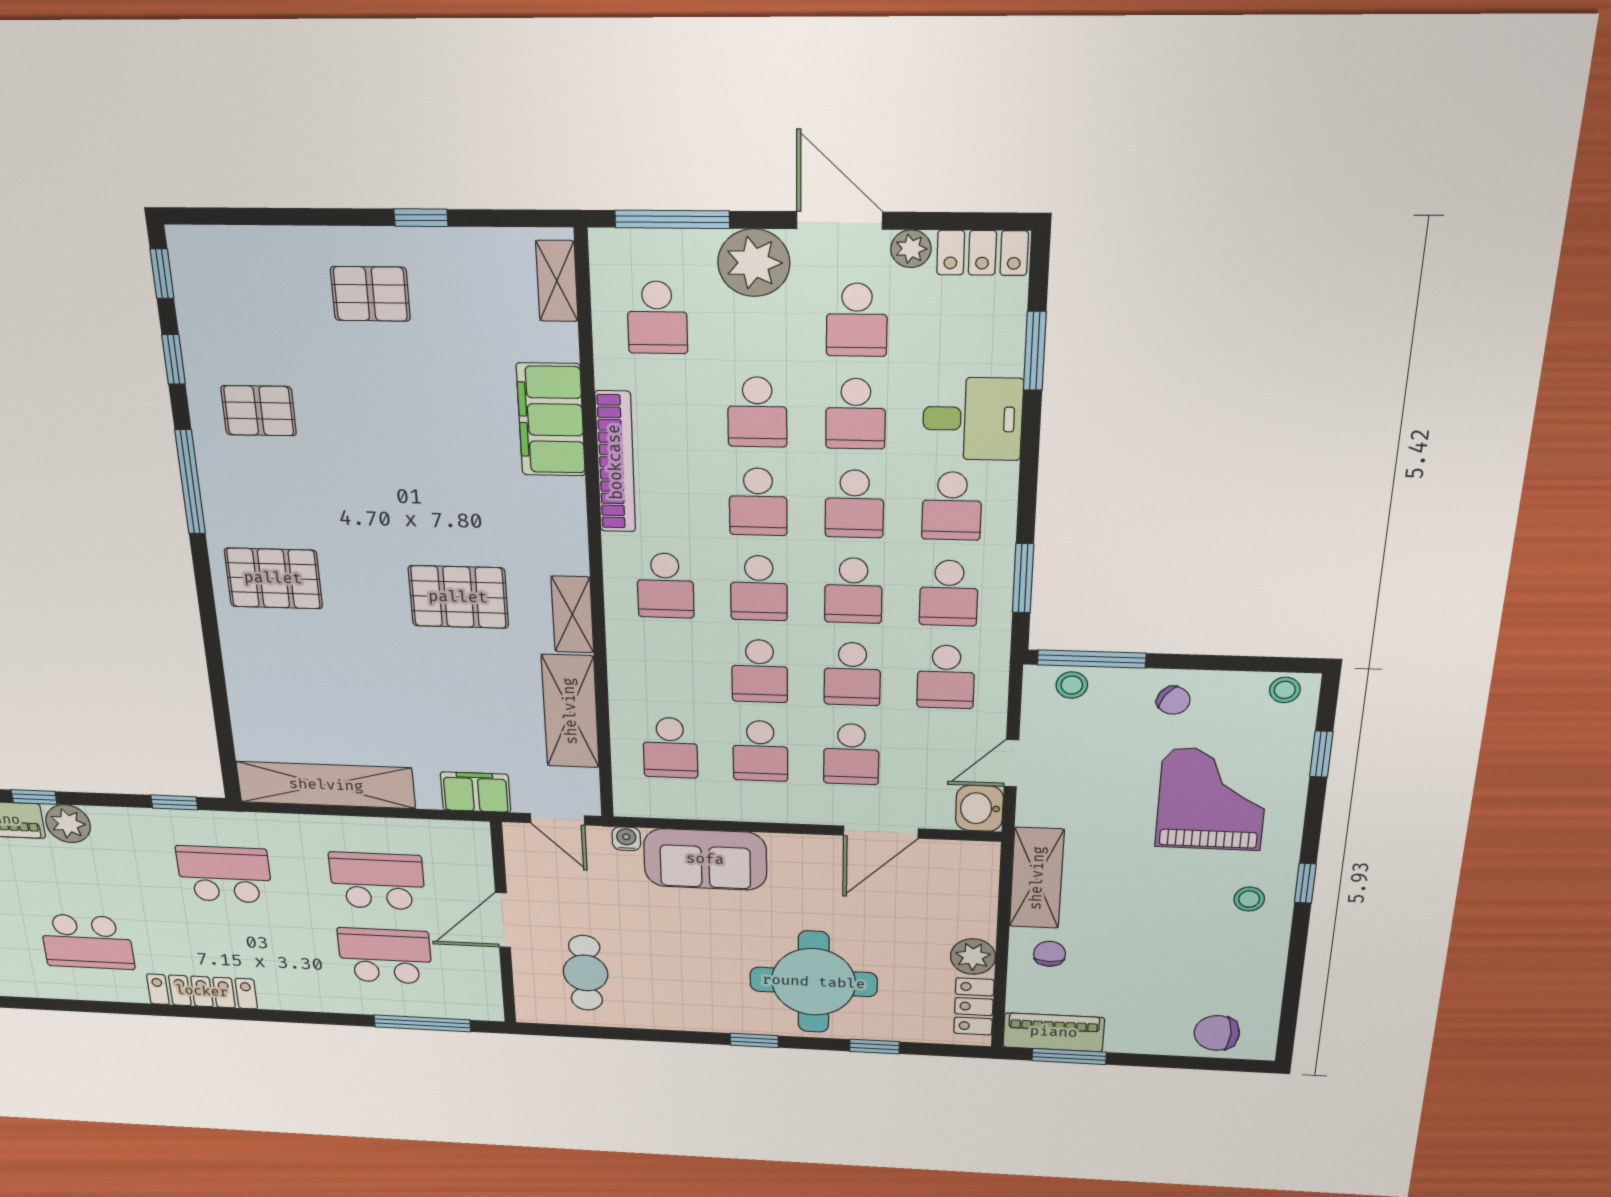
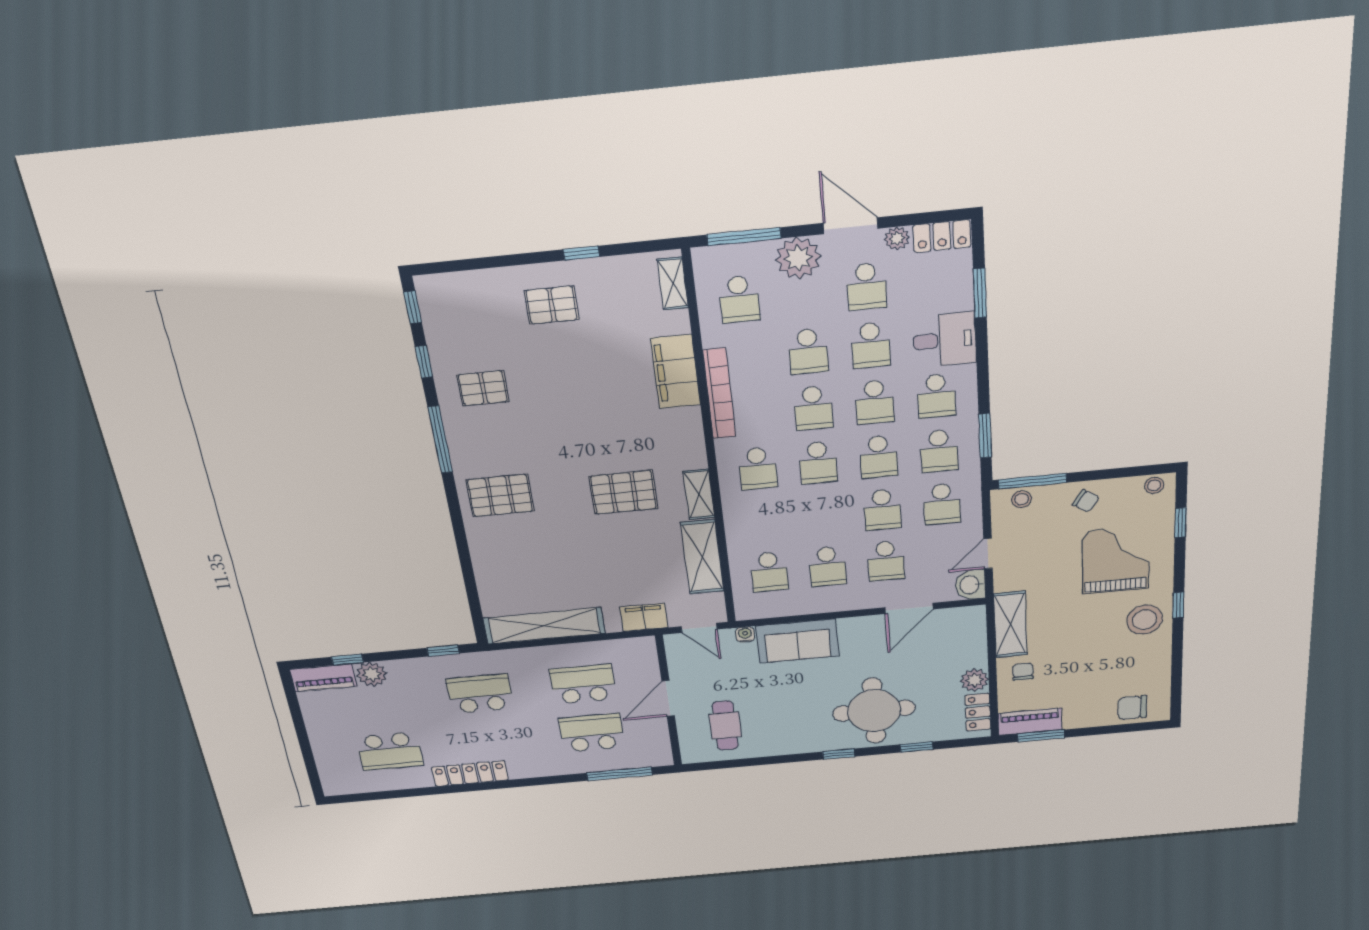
school desk: (760, 671) -> (823, 515), removed
stool: (1249, 899) -> (1145, 620), width x1.89, depth x1.89

